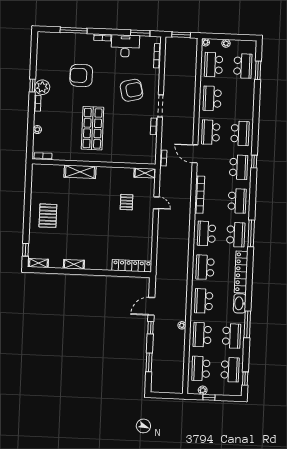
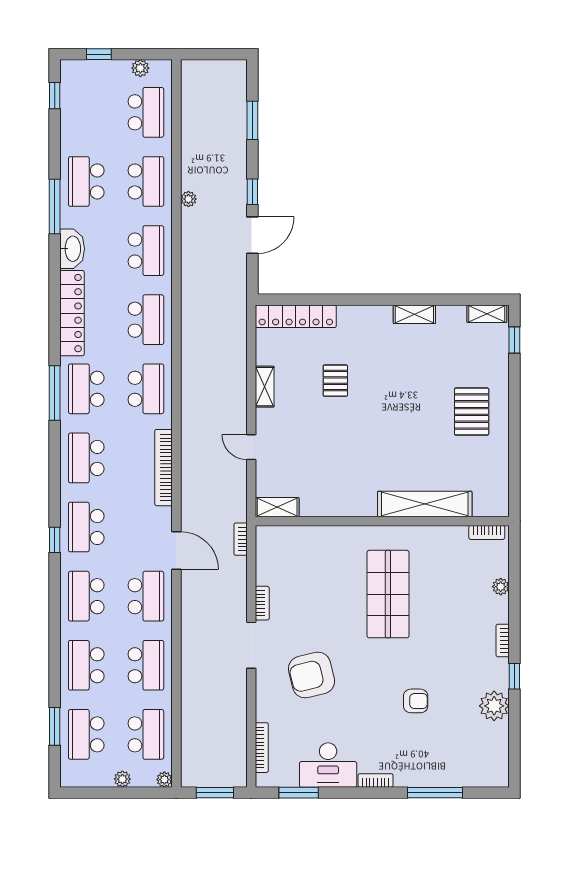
armchair: (81, 75) -> (416, 701), width x0.53, depth x0.53
plant: (42, 87) -> (494, 706), moved
shelving: (80, 172) -> (425, 504), width x1.47
pallet: (127, 202) -> (335, 381), moved
shelving: (148, 232) -> (265, 387), added
school desk: (230, 370) -> (86, 665), moved
window: (209, 397) -> (99, 54), moved

